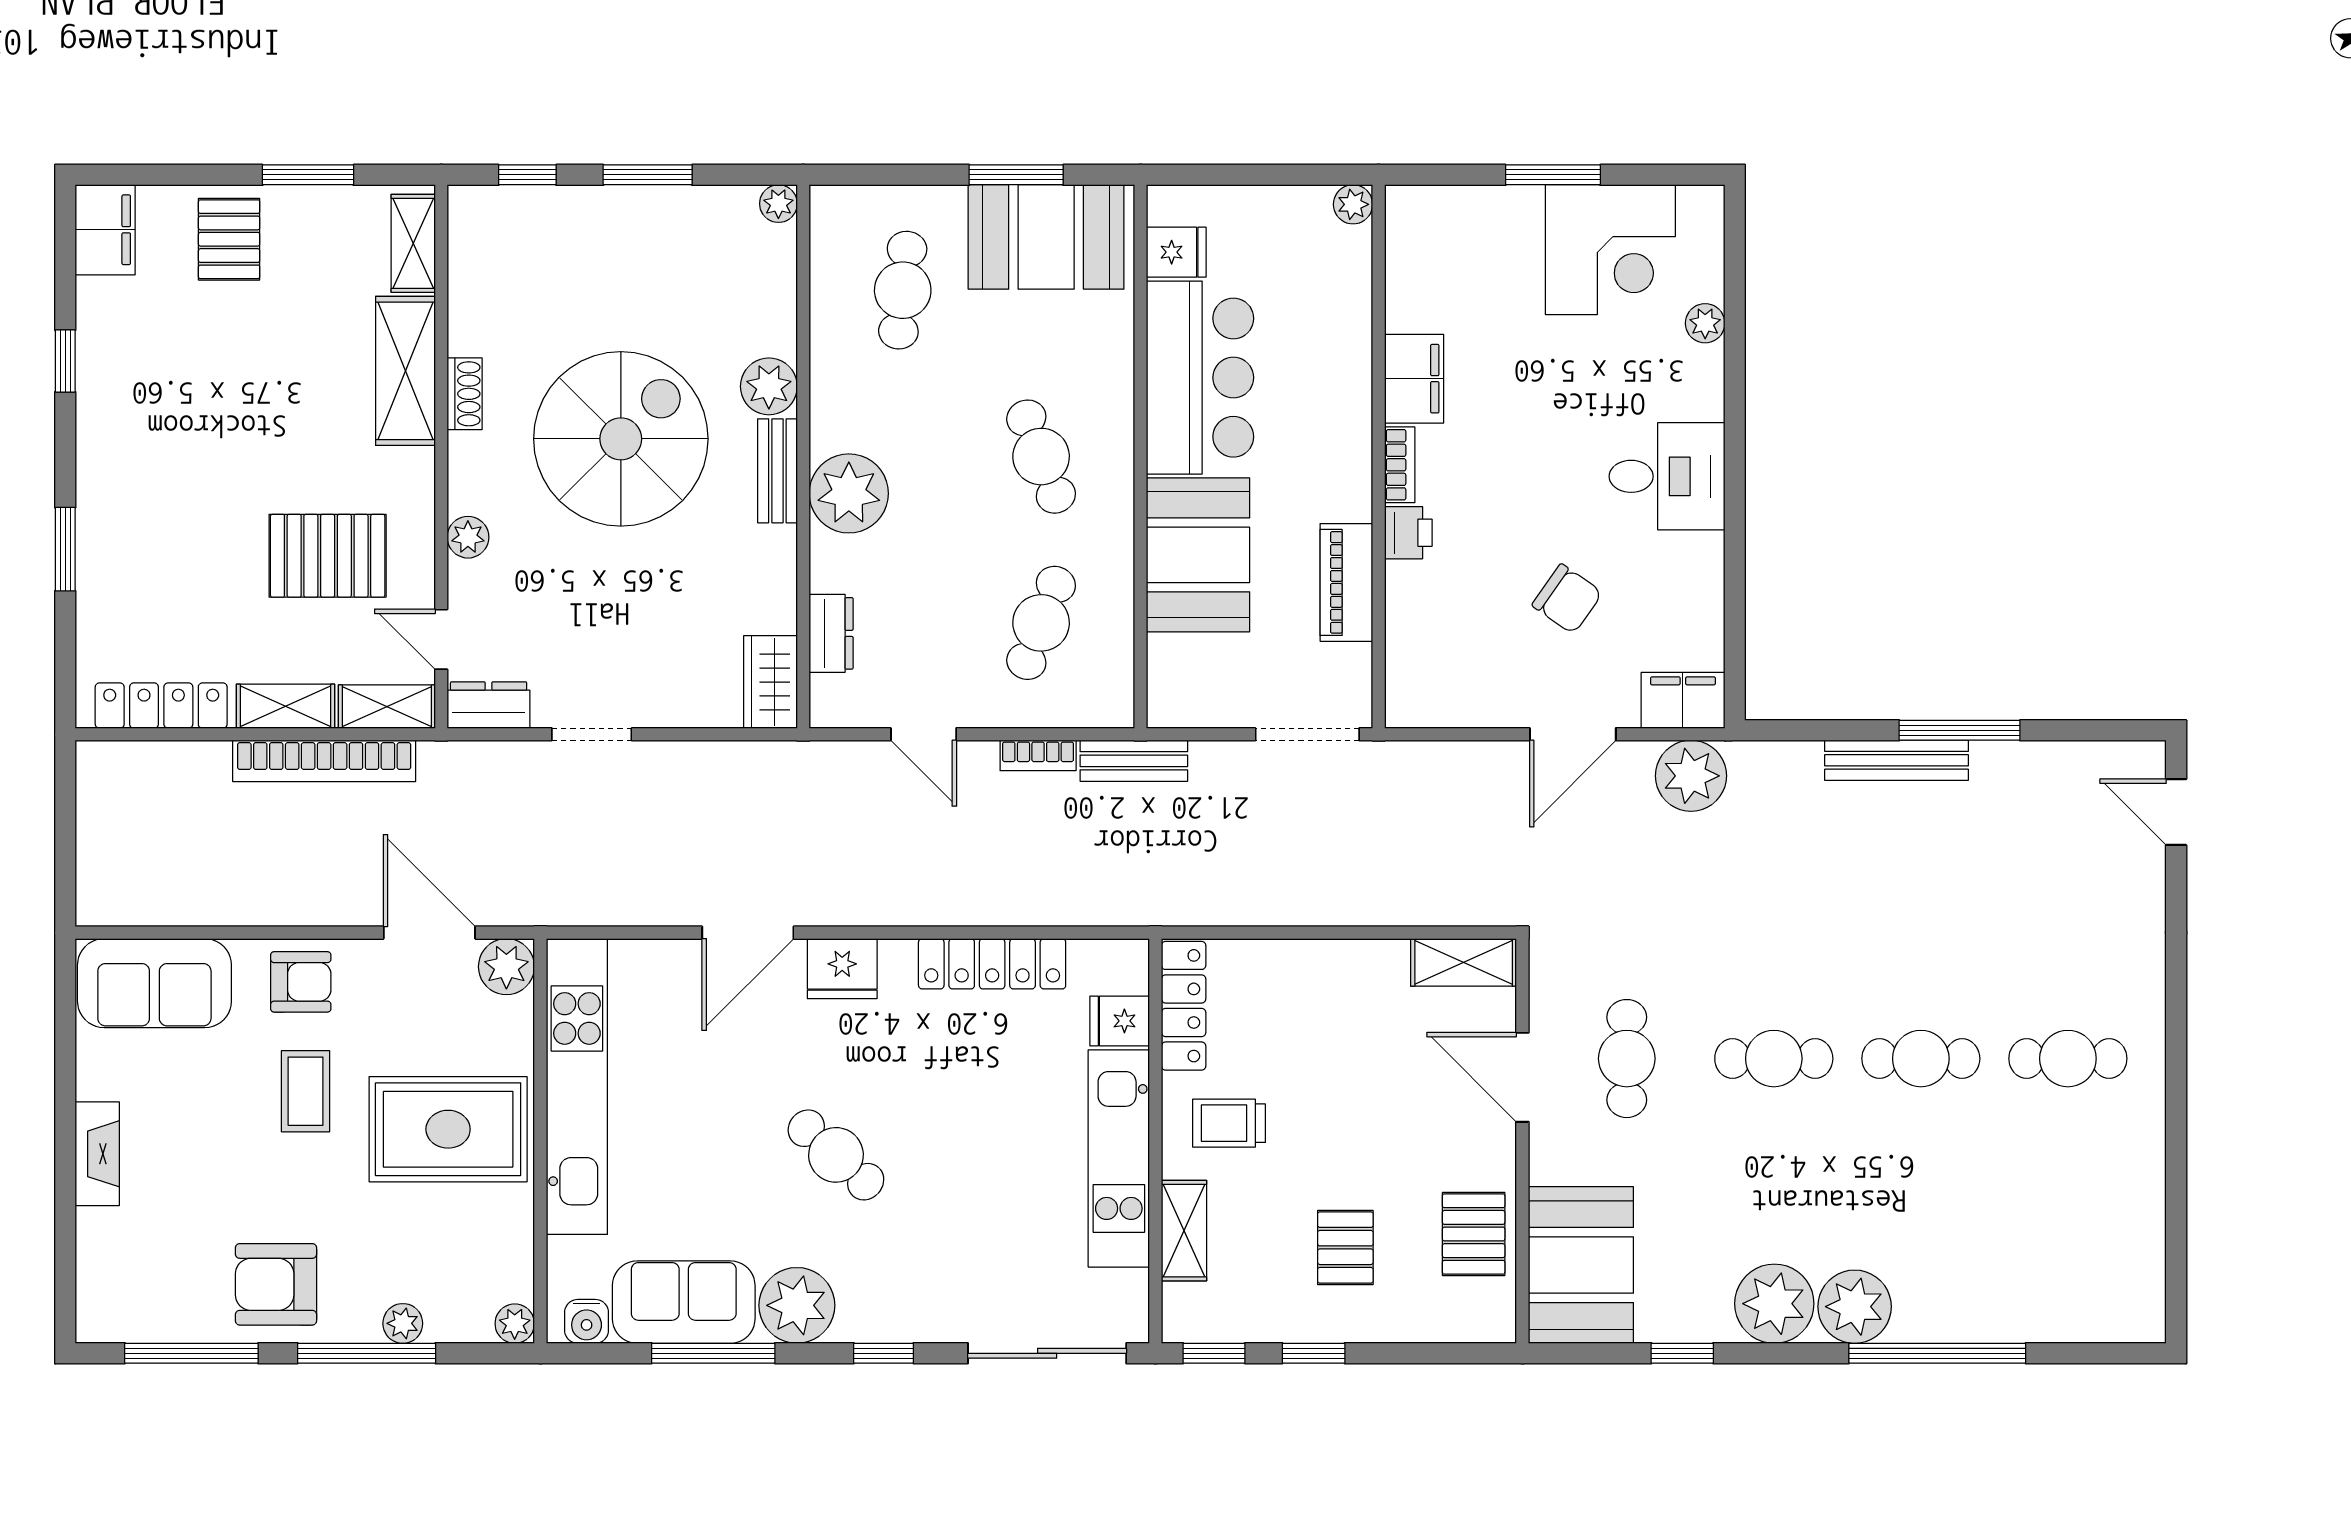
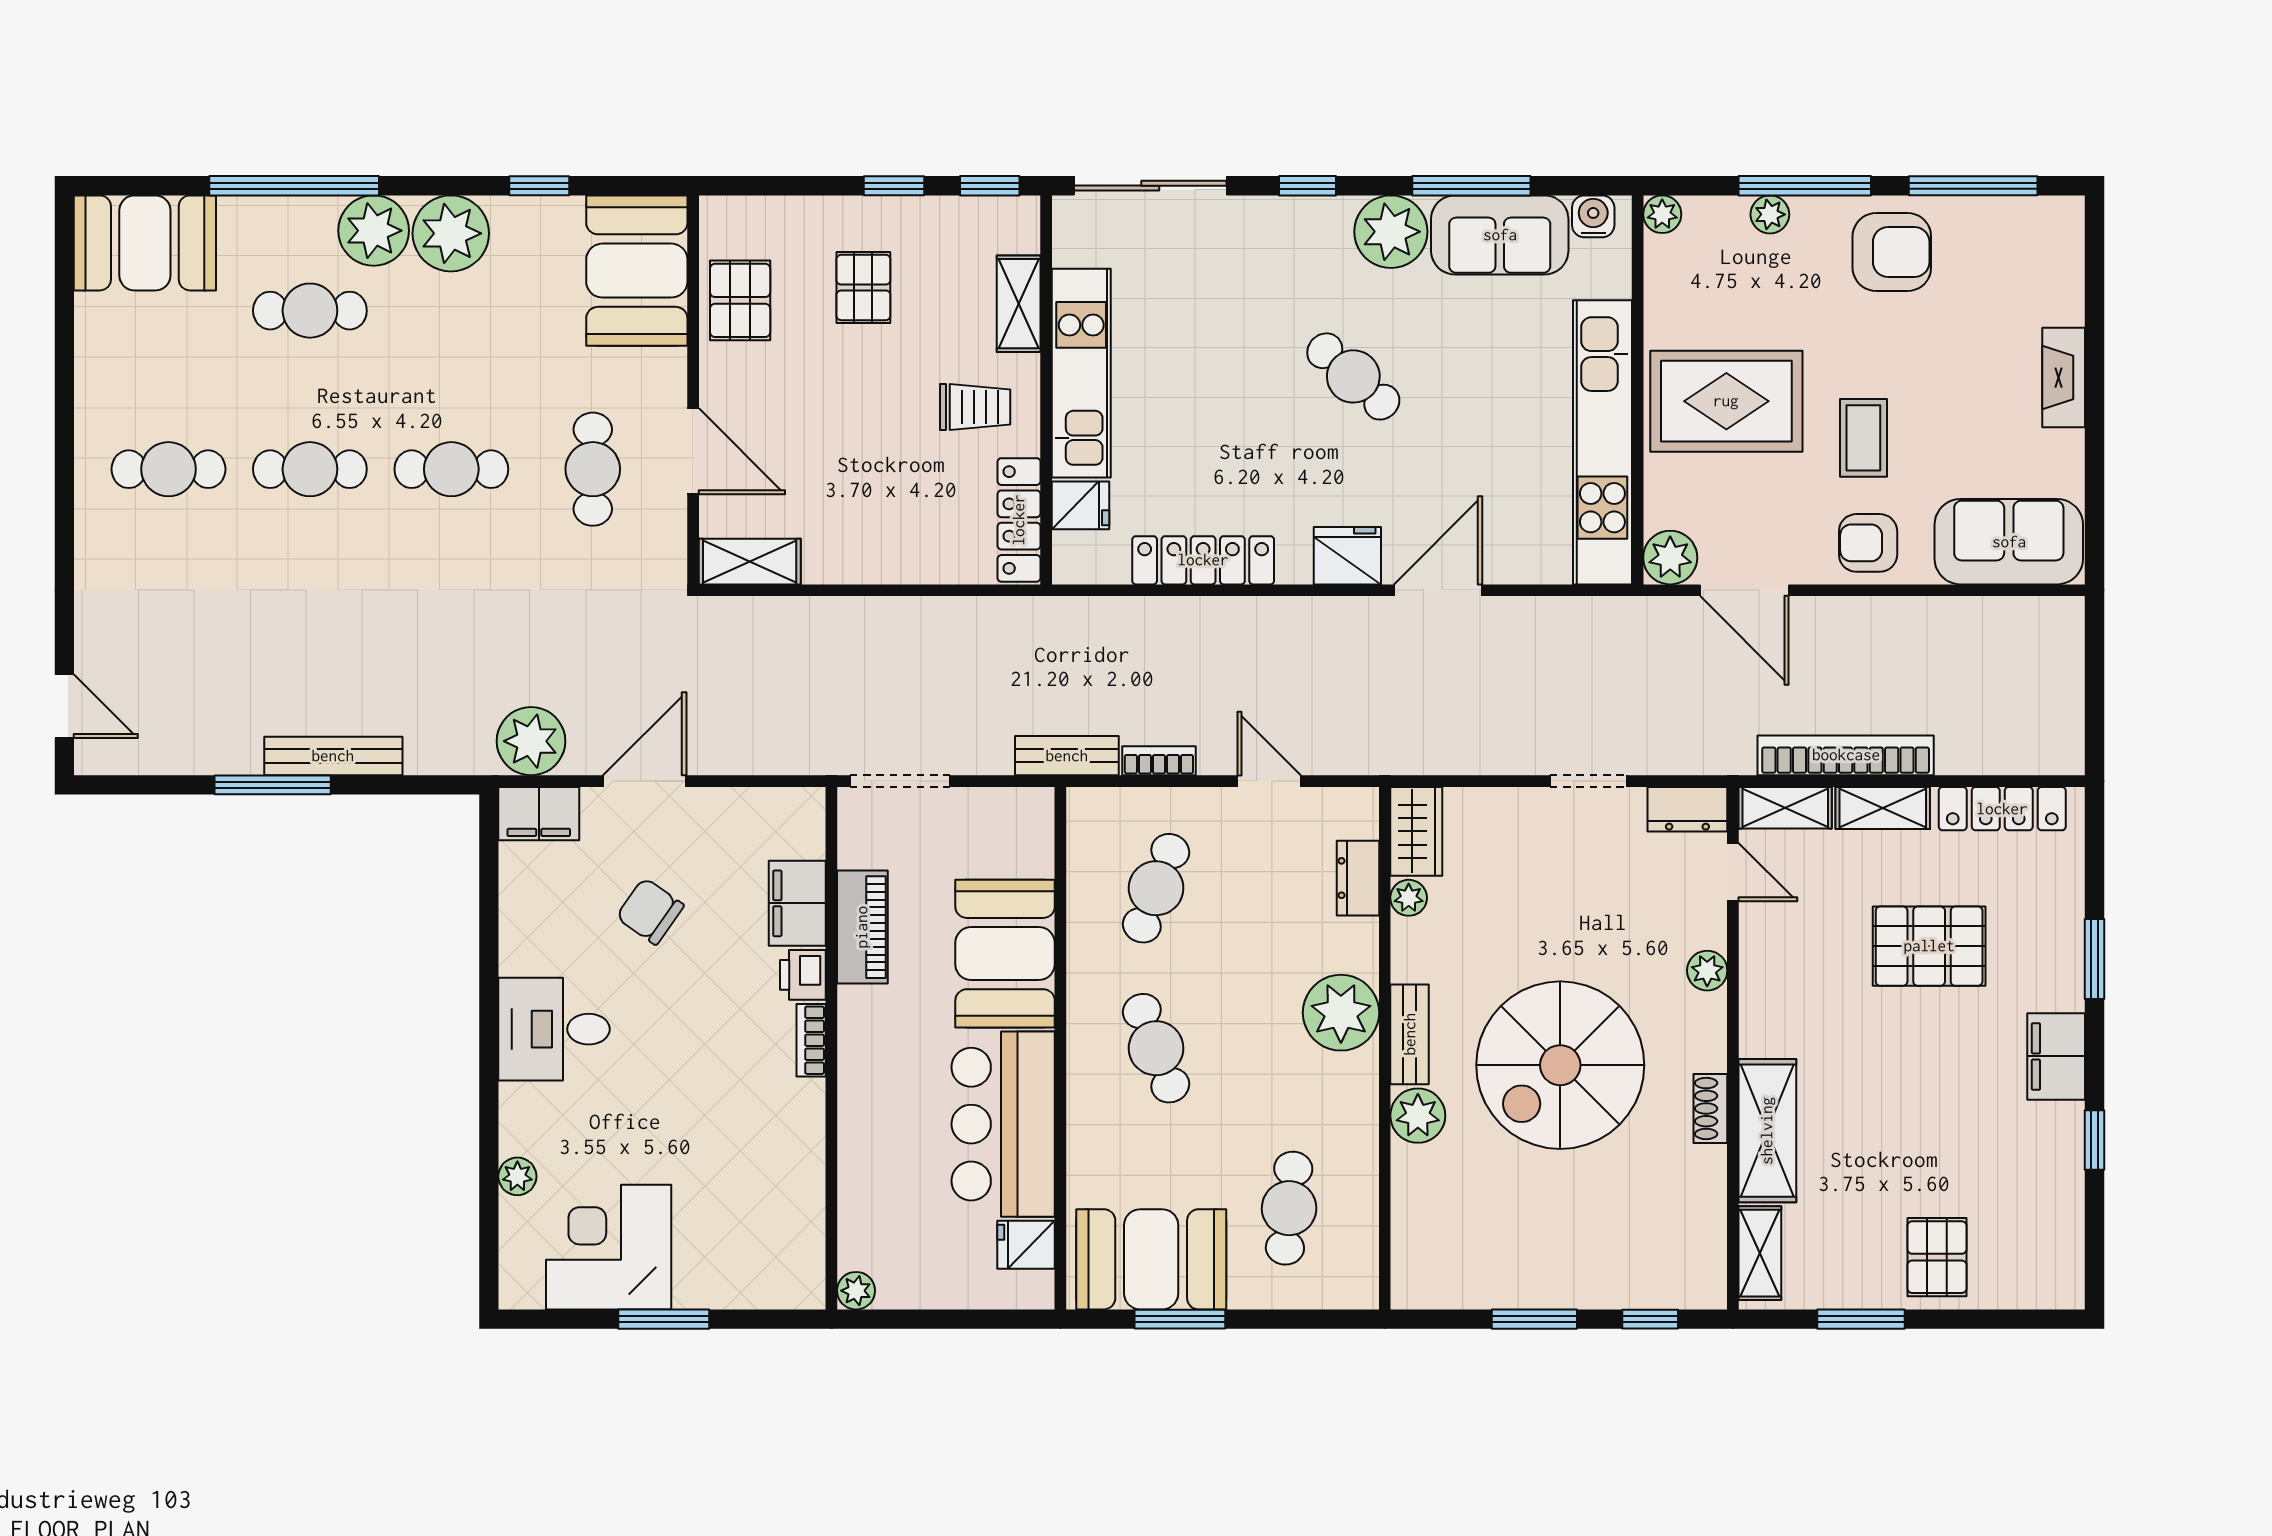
plant: (778, 204) -> (1409, 898), moved
filing cabinet: (105, 230) -> (2056, 1056), moved
filing cabinet: (1414, 379) -> (797, 903), moved
pallet: (328, 556) -> (1929, 946), moved
cafe table: (1921, 1223) -> (310, 311), added
booth: (2092, 1294) -> (145, 243), added

